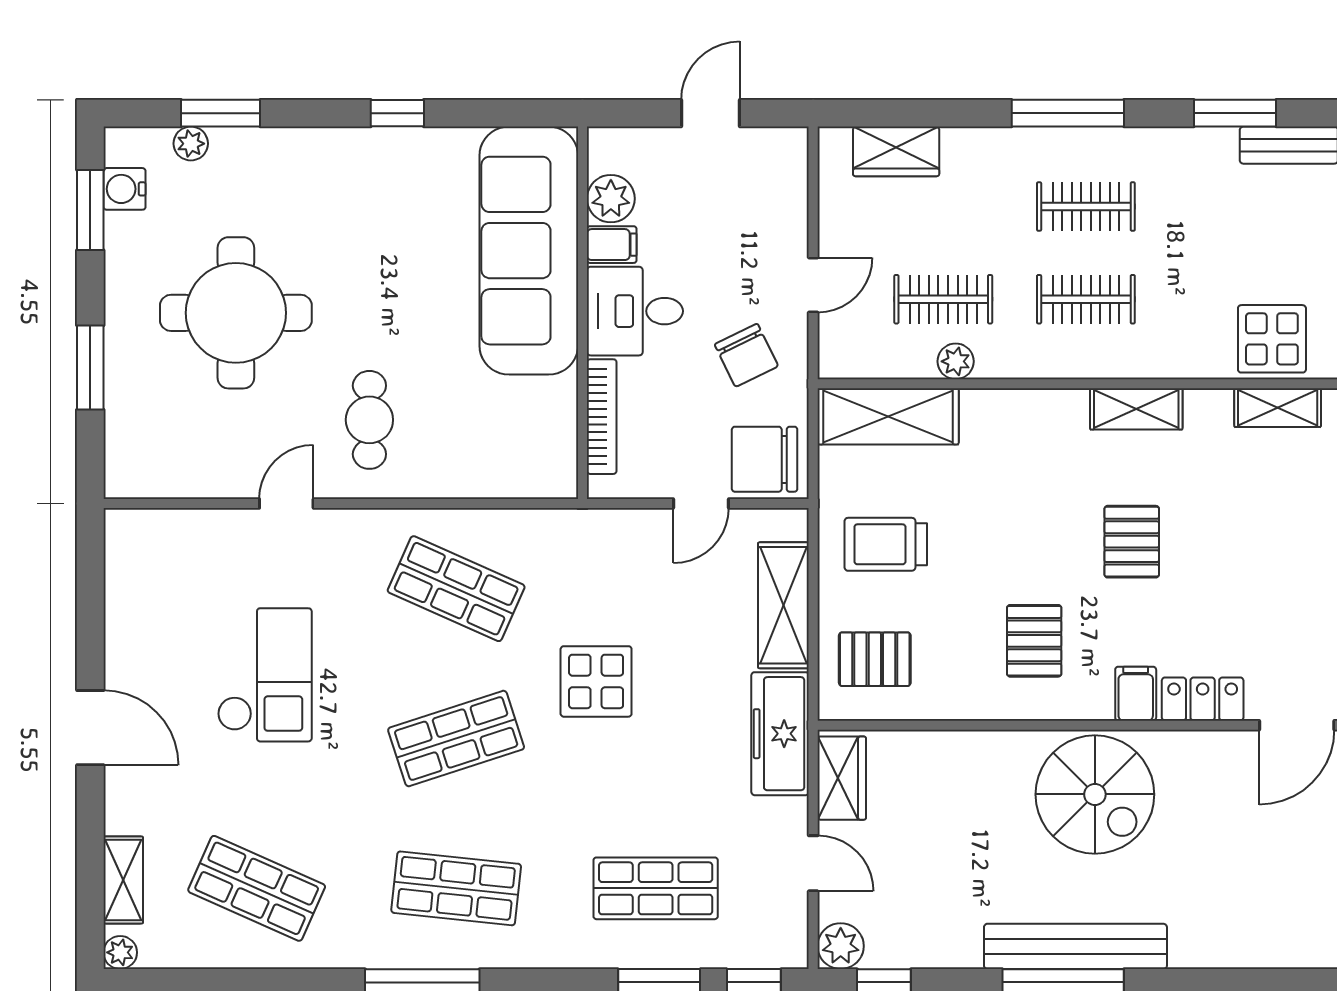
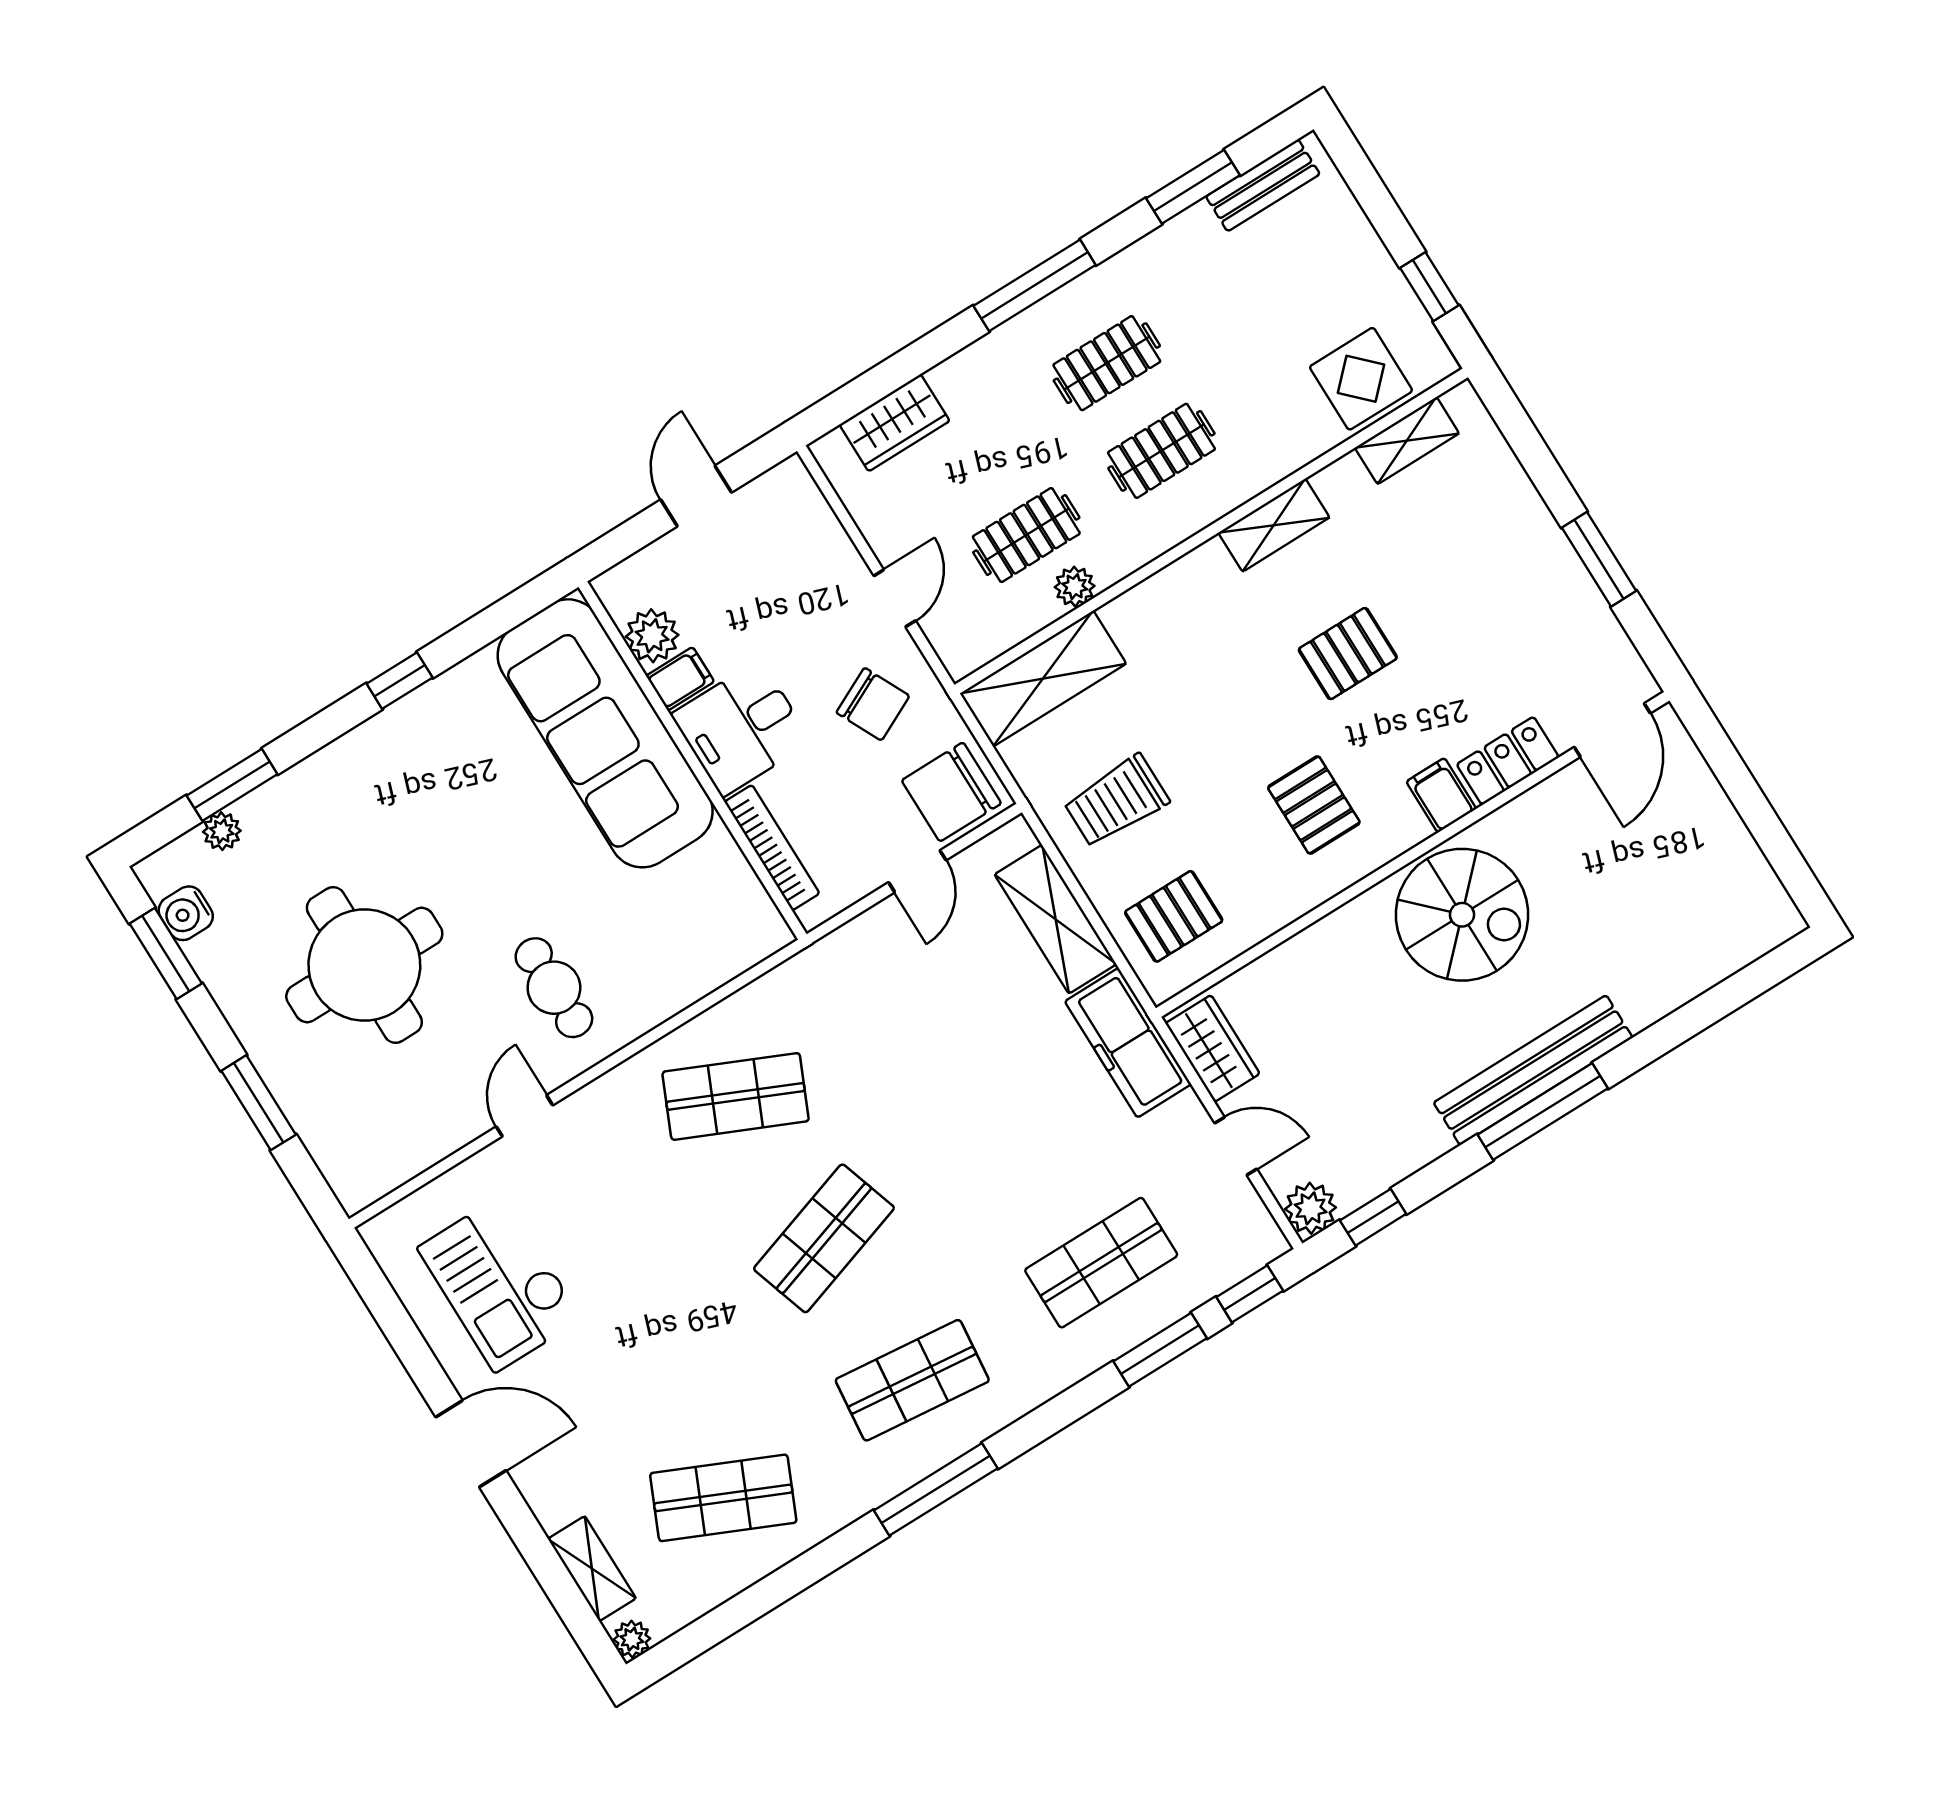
pallet: (1132, 542) -> (1348, 654), turned 90
checkout: (265, 675) -> (500, 1283), moved, turned 180
display table: (596, 681) -> (923, 1102), removed

